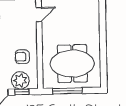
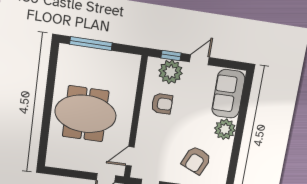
meeting table: (72, 64) -> (86, 114), moved
window: (67, 91) -> (91, 44), moved

